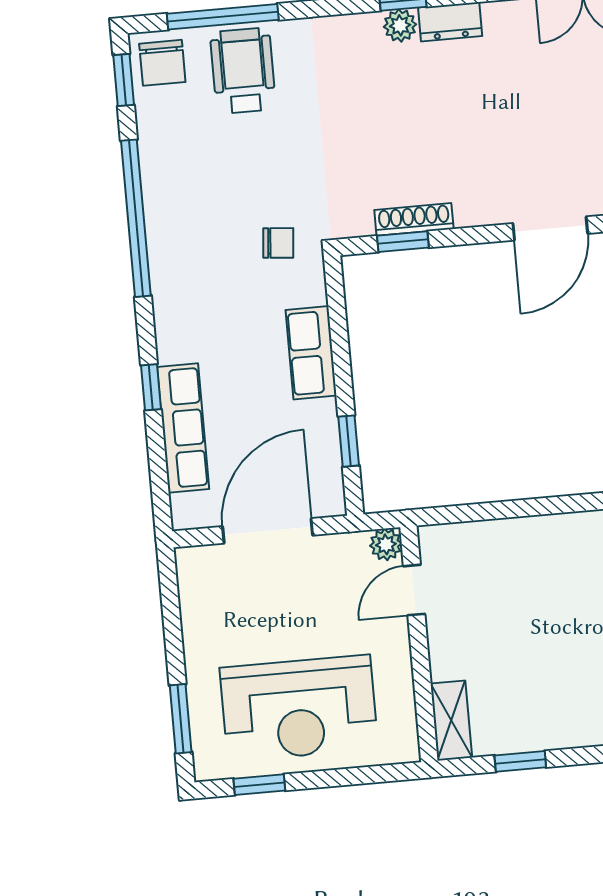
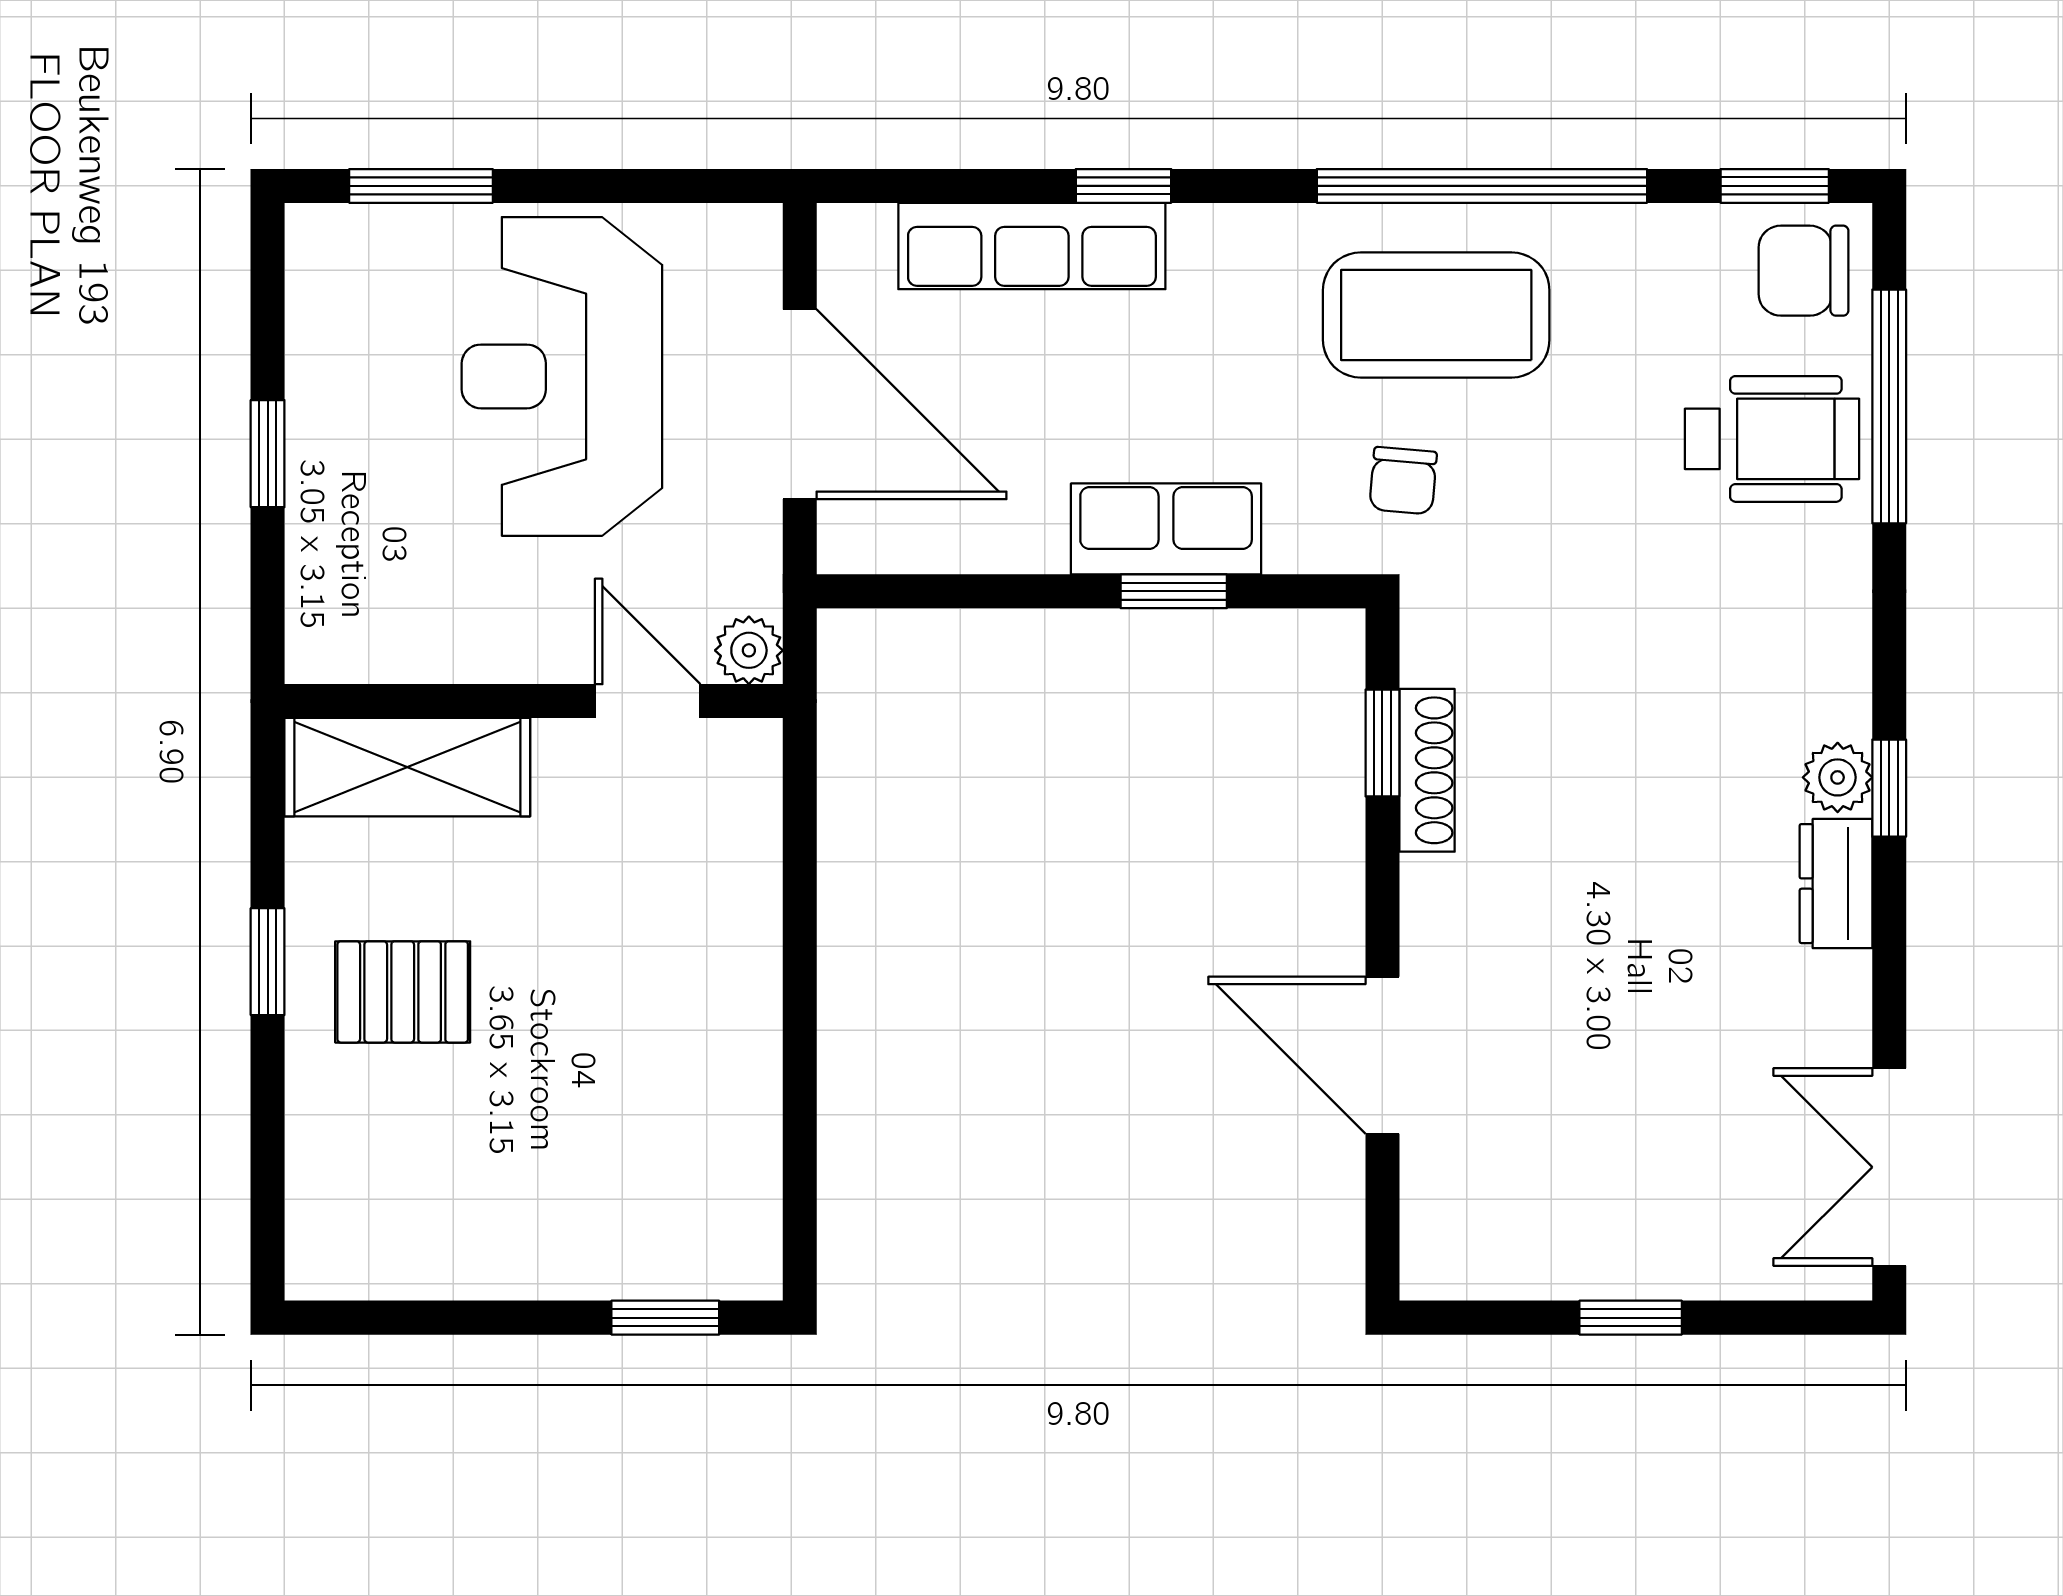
coffee table: (199, 234) -> (1436, 315), added
window: (349, 441) -> (1174, 591), moved
pallet: (562, 693) -> (403, 992), added
reception desk: (299, 708) -> (562, 376), moved
shelving: (451, 721) -> (407, 767), width x1.50, depth x1.33
window: (520, 761) -> (268, 962), moved
window: (259, 785) -> (268, 454), moved

